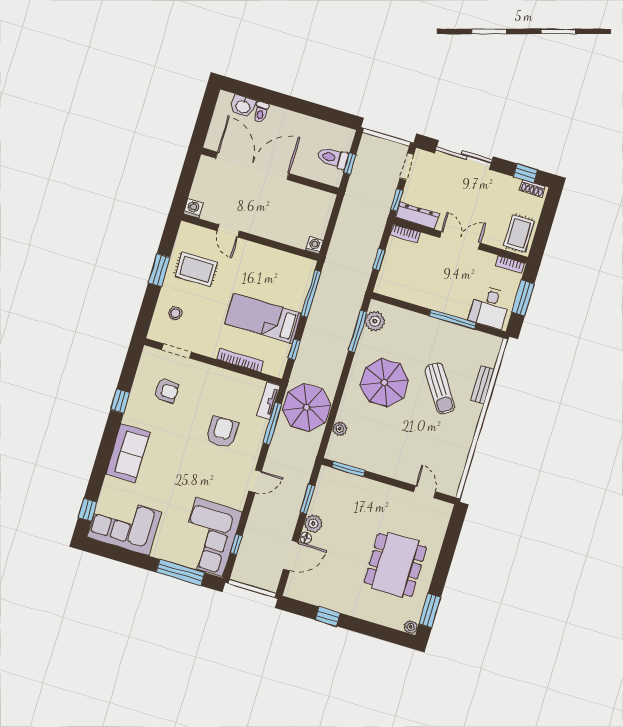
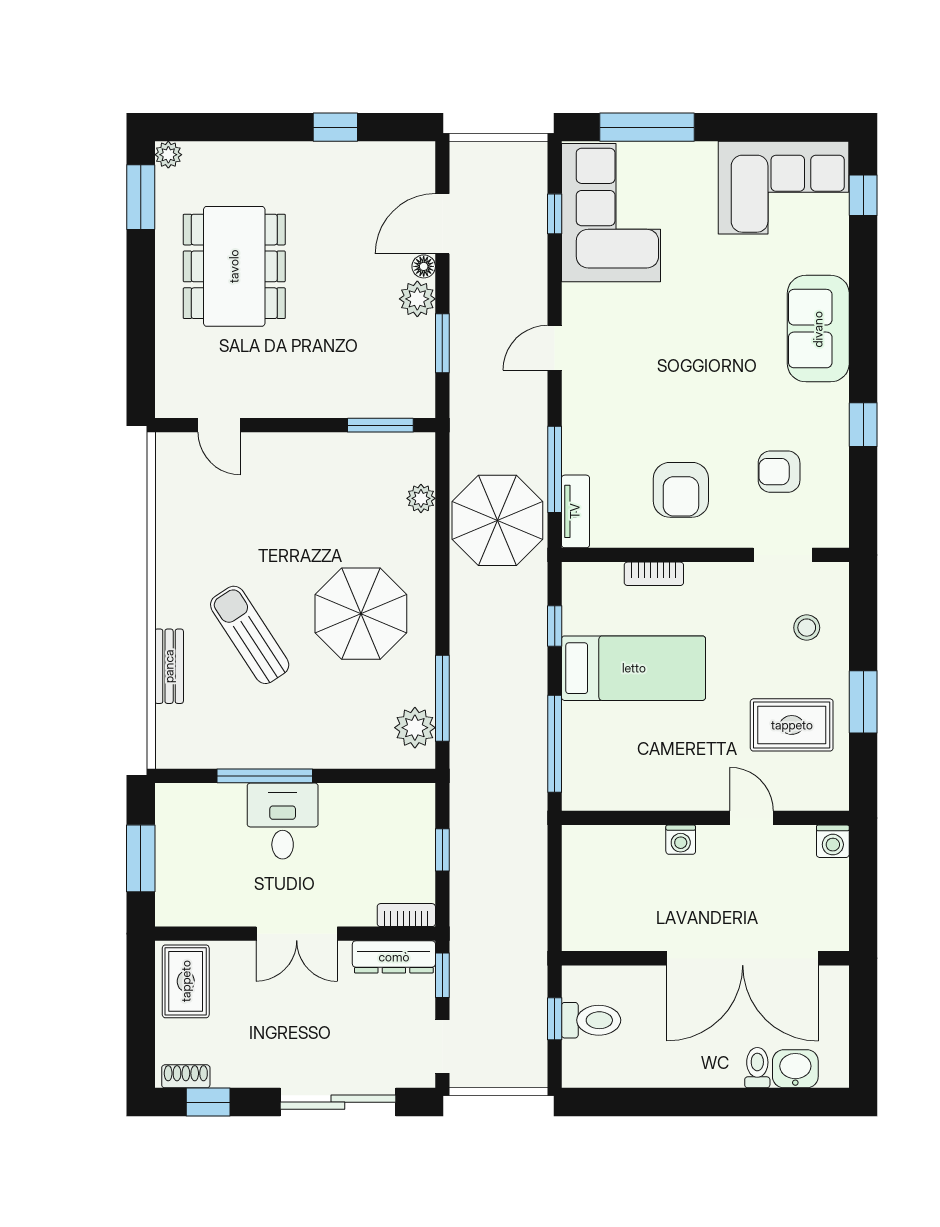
washing machine: (314, 245) -> (681, 840), moved
bookcase: (510, 264) -> (186, 916), removed
desk: (490, 307) -> (283, 821), moved
bookcase: (240, 360) -> (654, 574), width x0.64
armchair: (222, 432) -> (681, 490), moved

